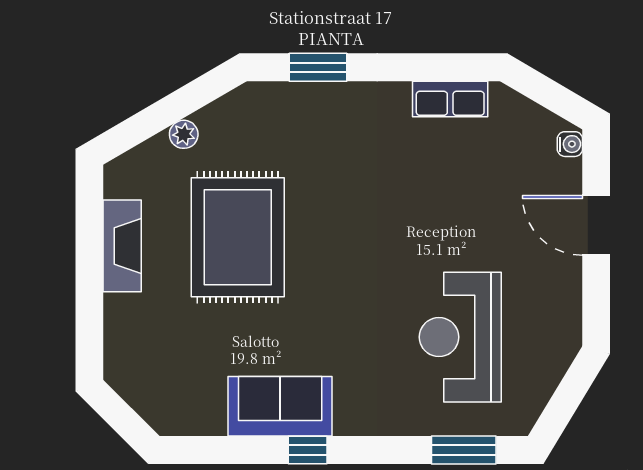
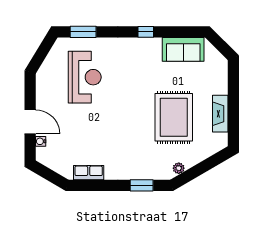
plant: (184, 134) -> (179, 168), moved
water cooler: (570, 144) -> (41, 141), moved
sofa: (280, 406) -> (183, 49), moved

